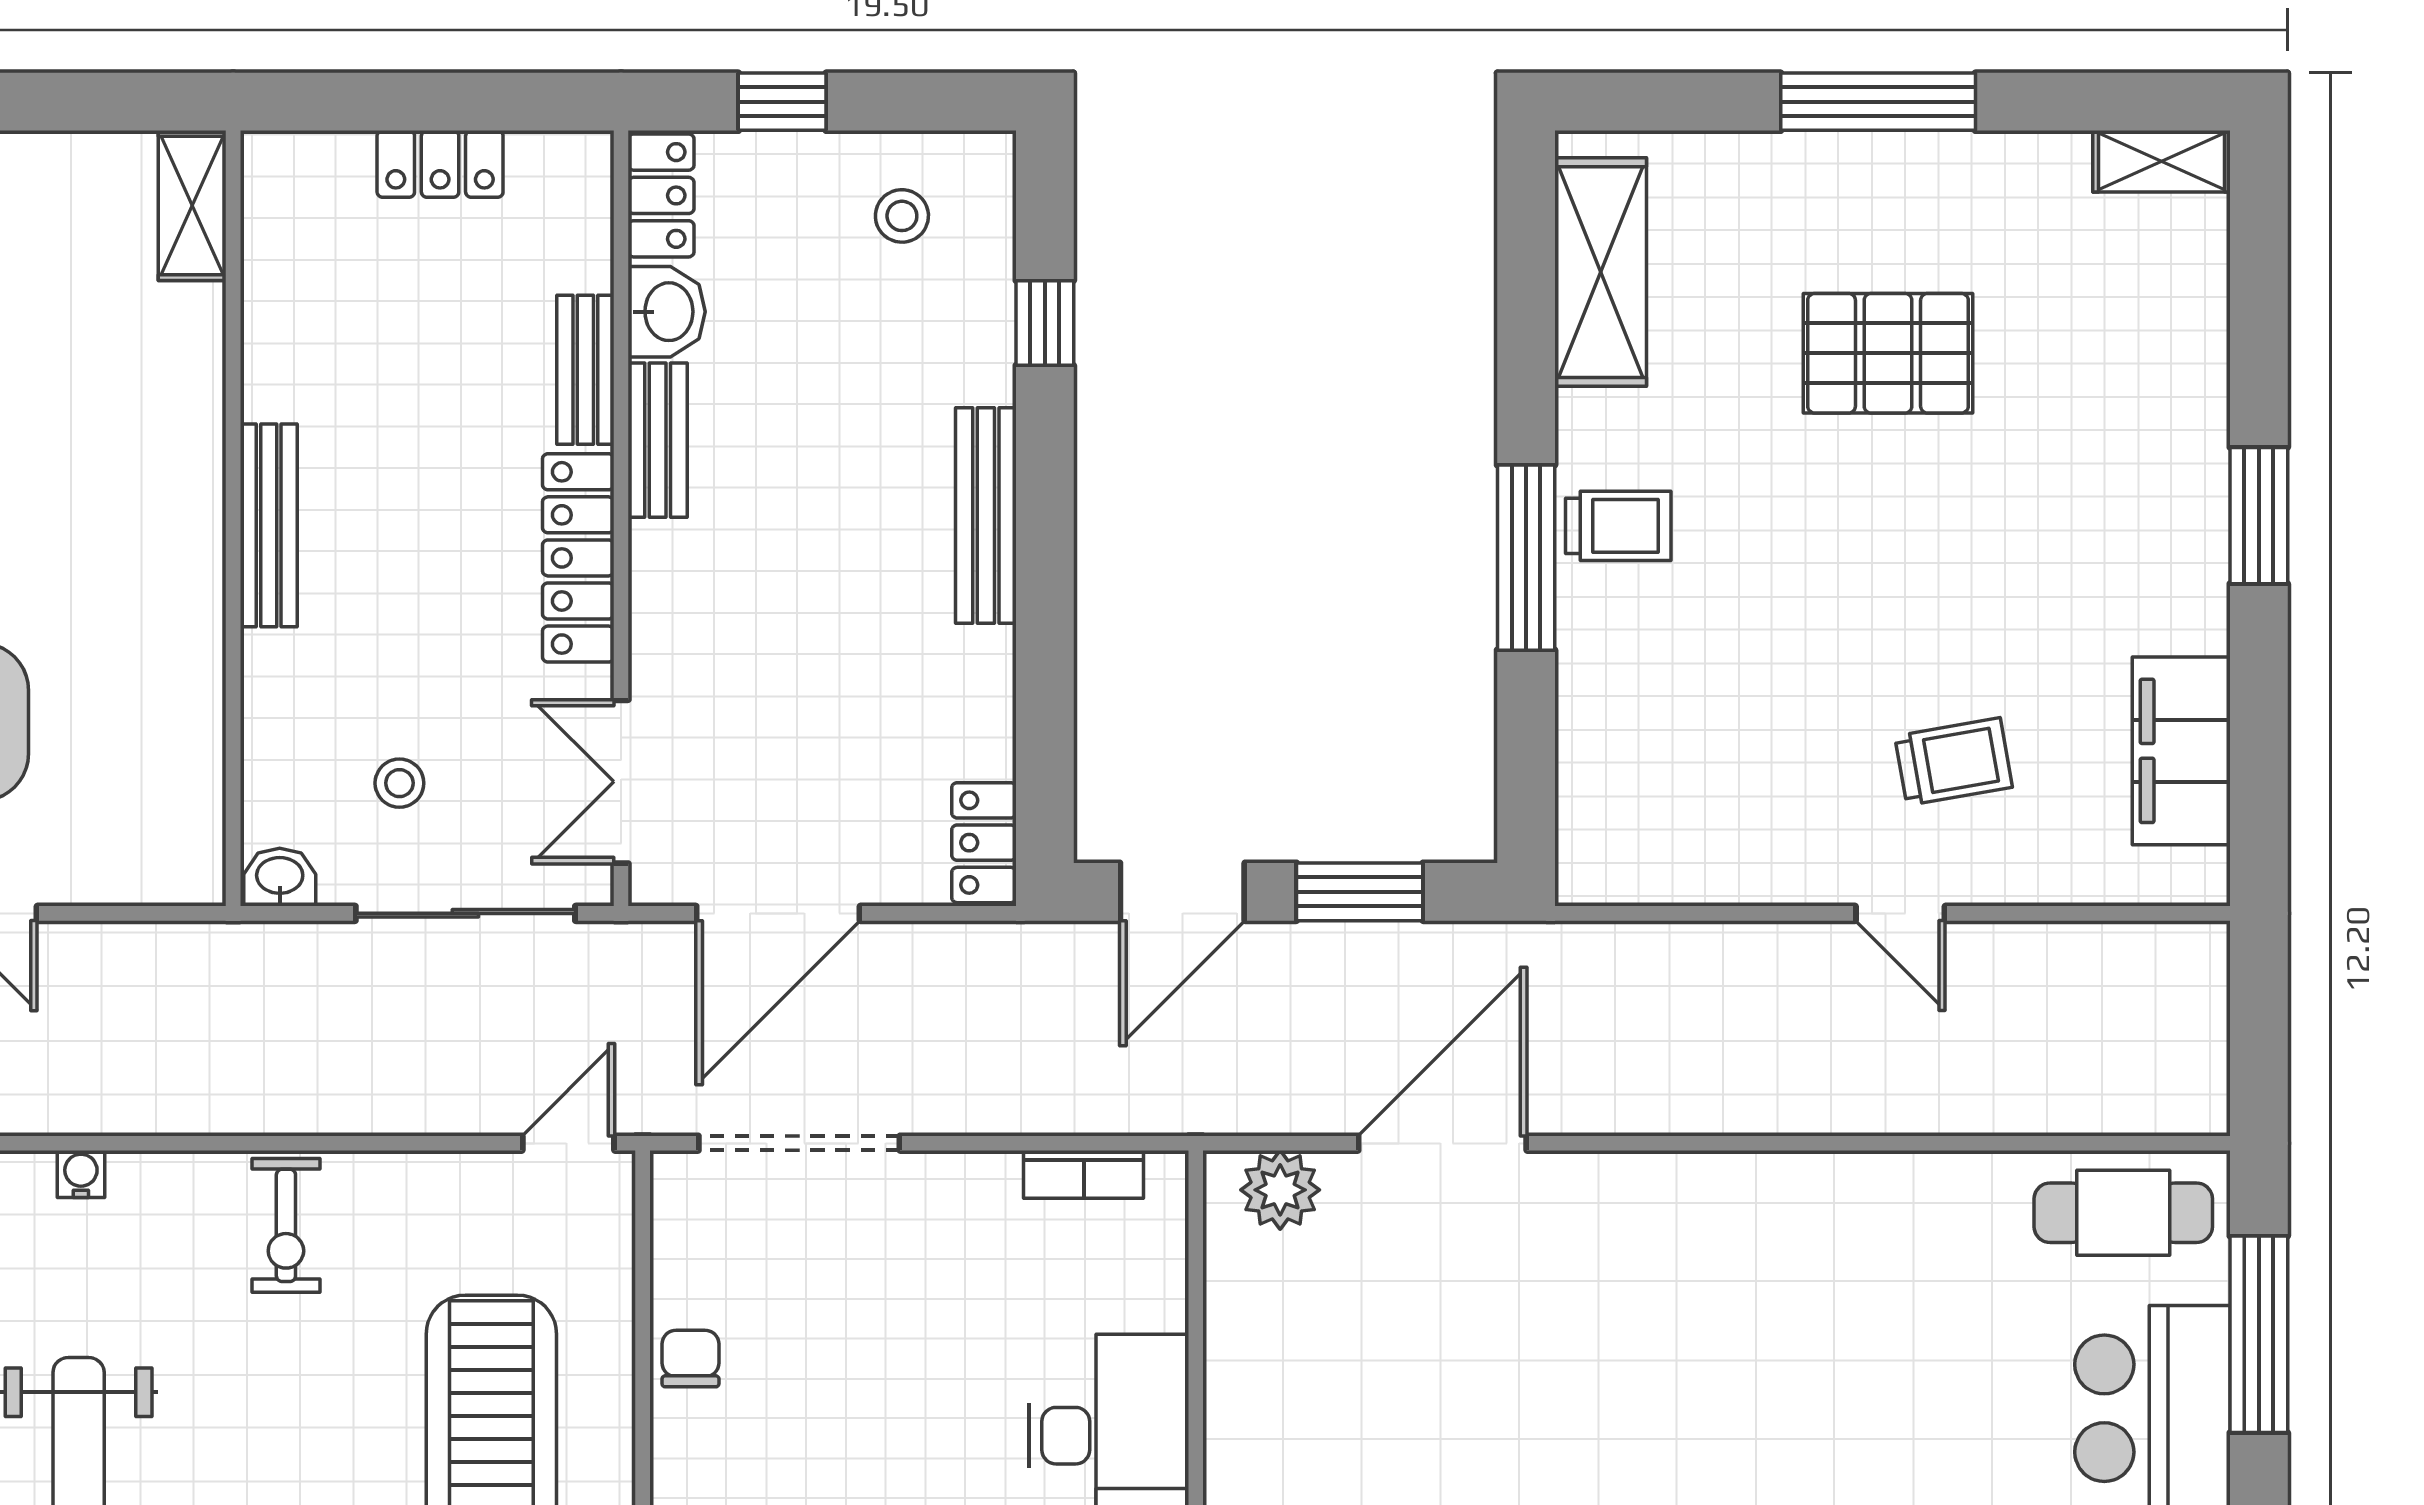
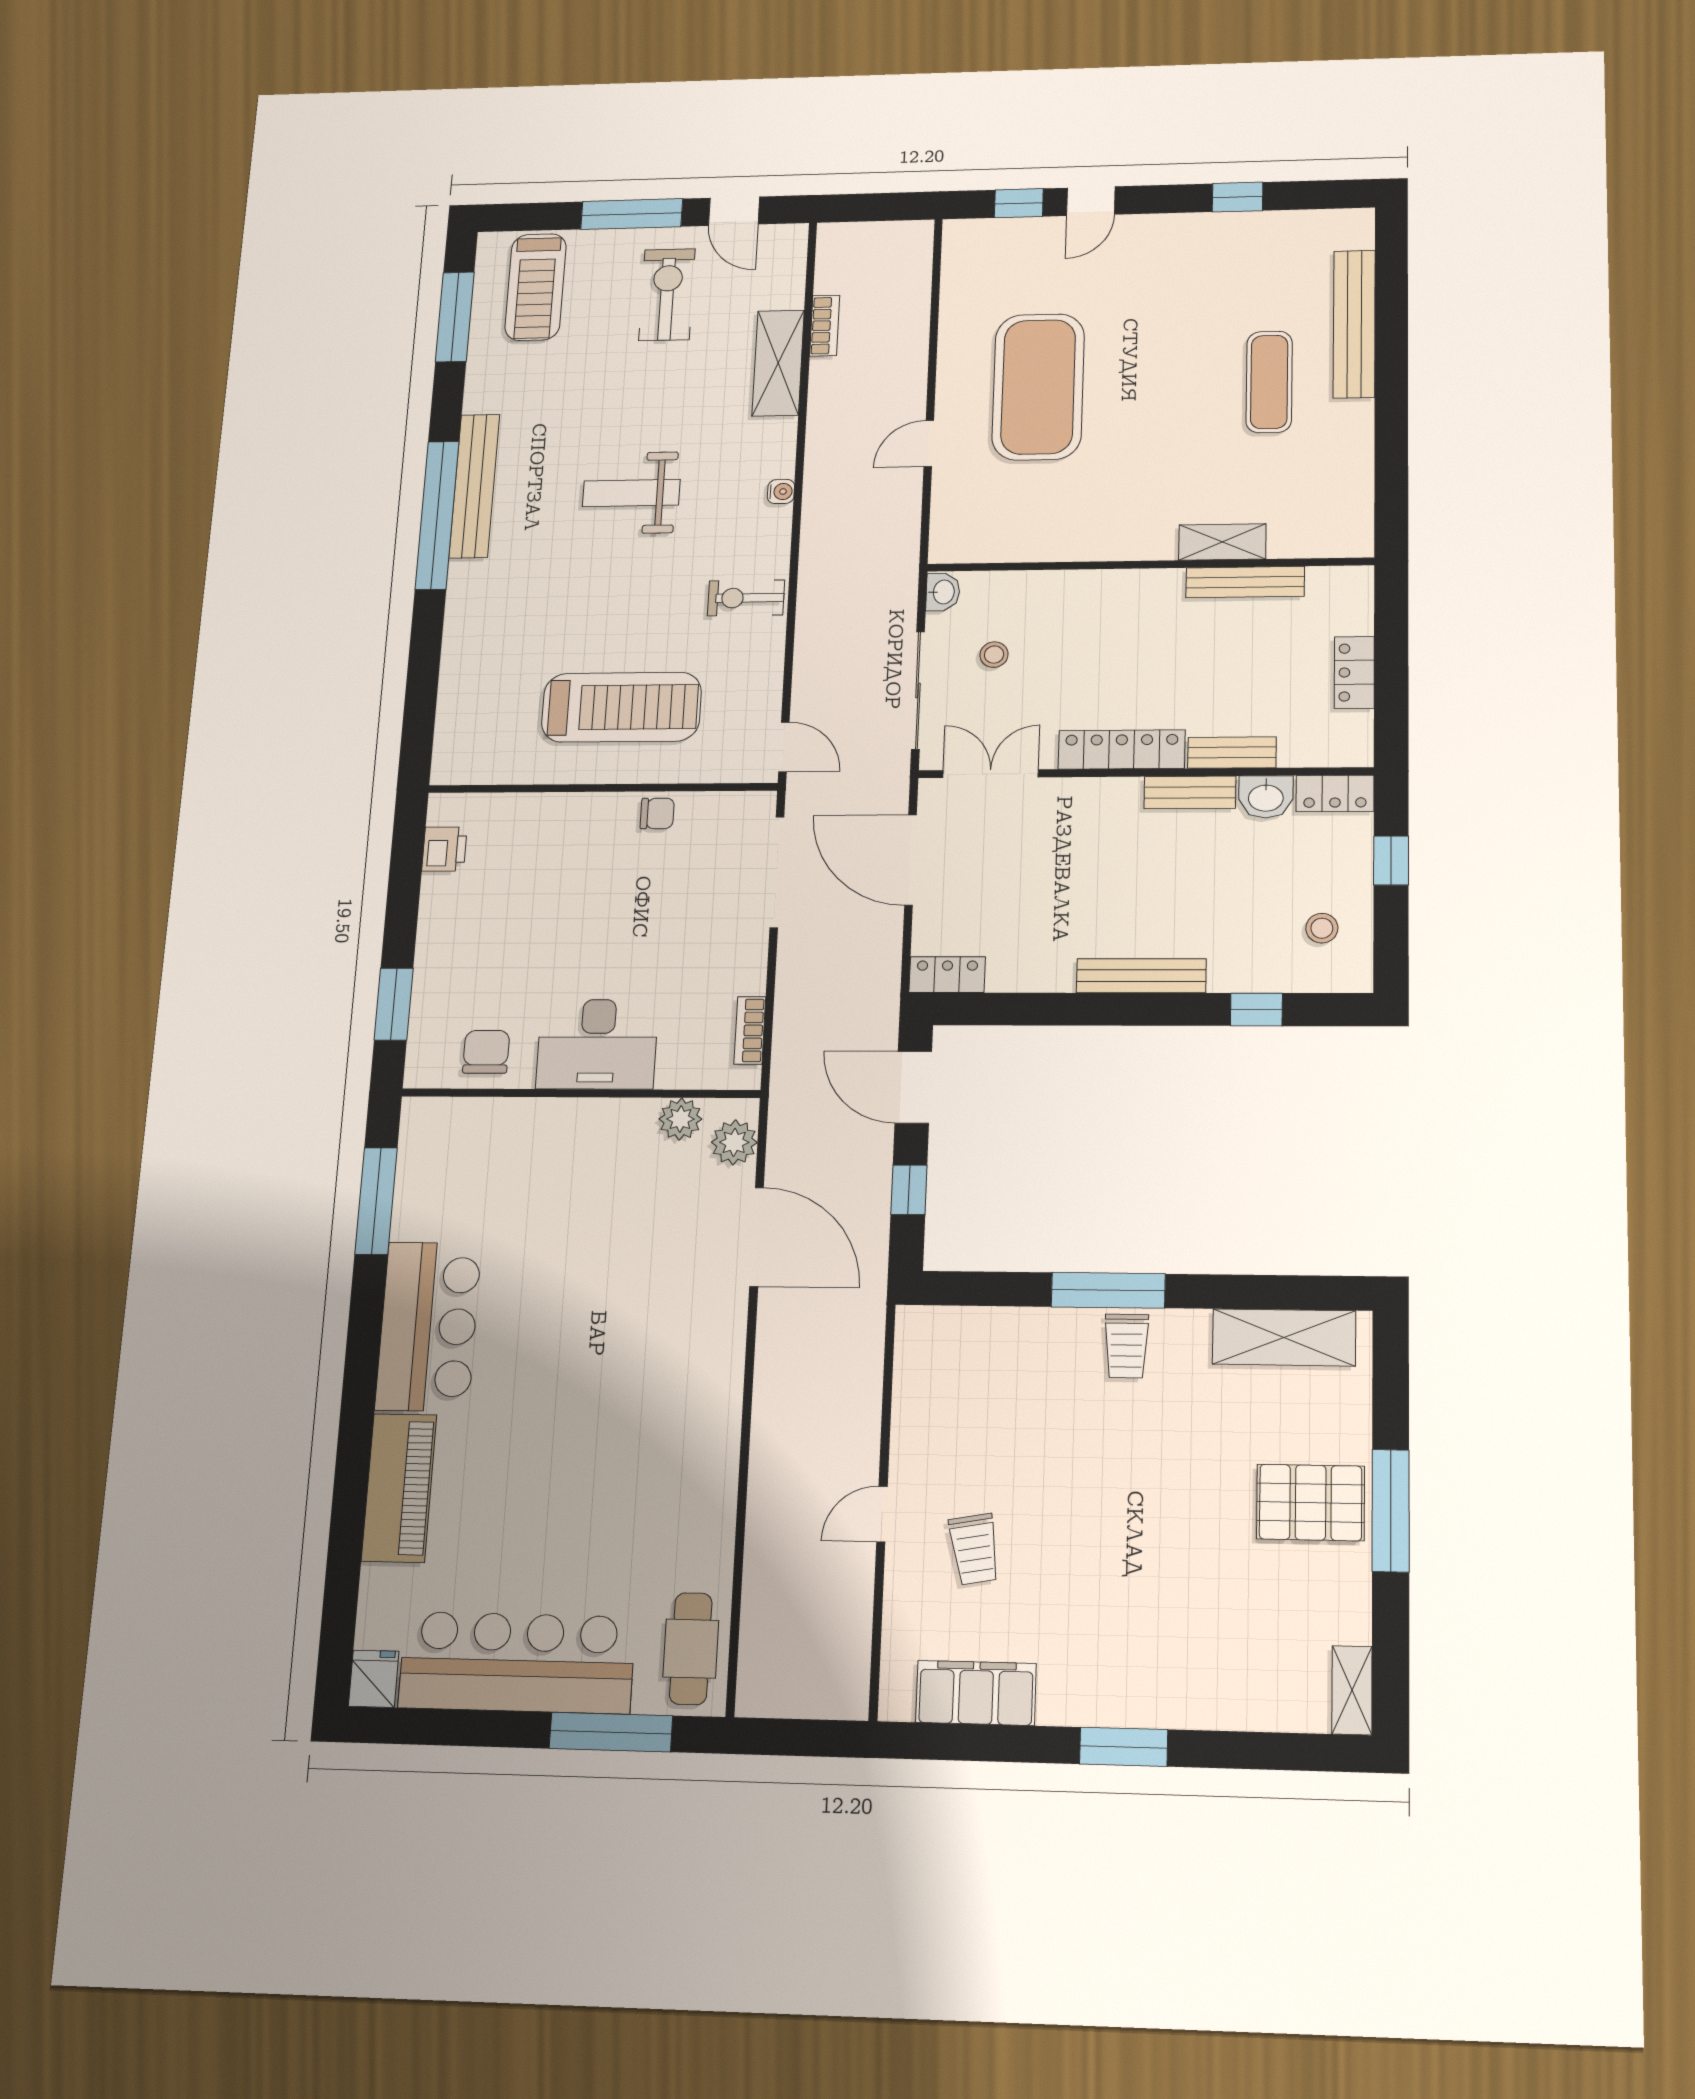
shelving: (192, 206) -> (1222, 542), moved
pallet: (1888, 353) -> (1311, 1502), moved, turned 90
bench: (269, 525) -> (1245, 582), moved
window: (1360, 892) -> (909, 1190), width x0.67
plant: (1240, 1284) -> (680, 1119), added

